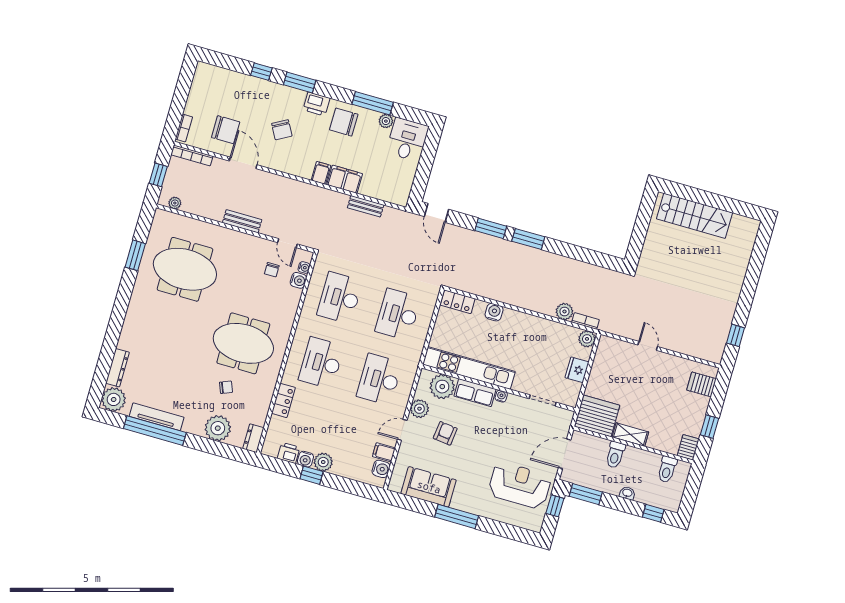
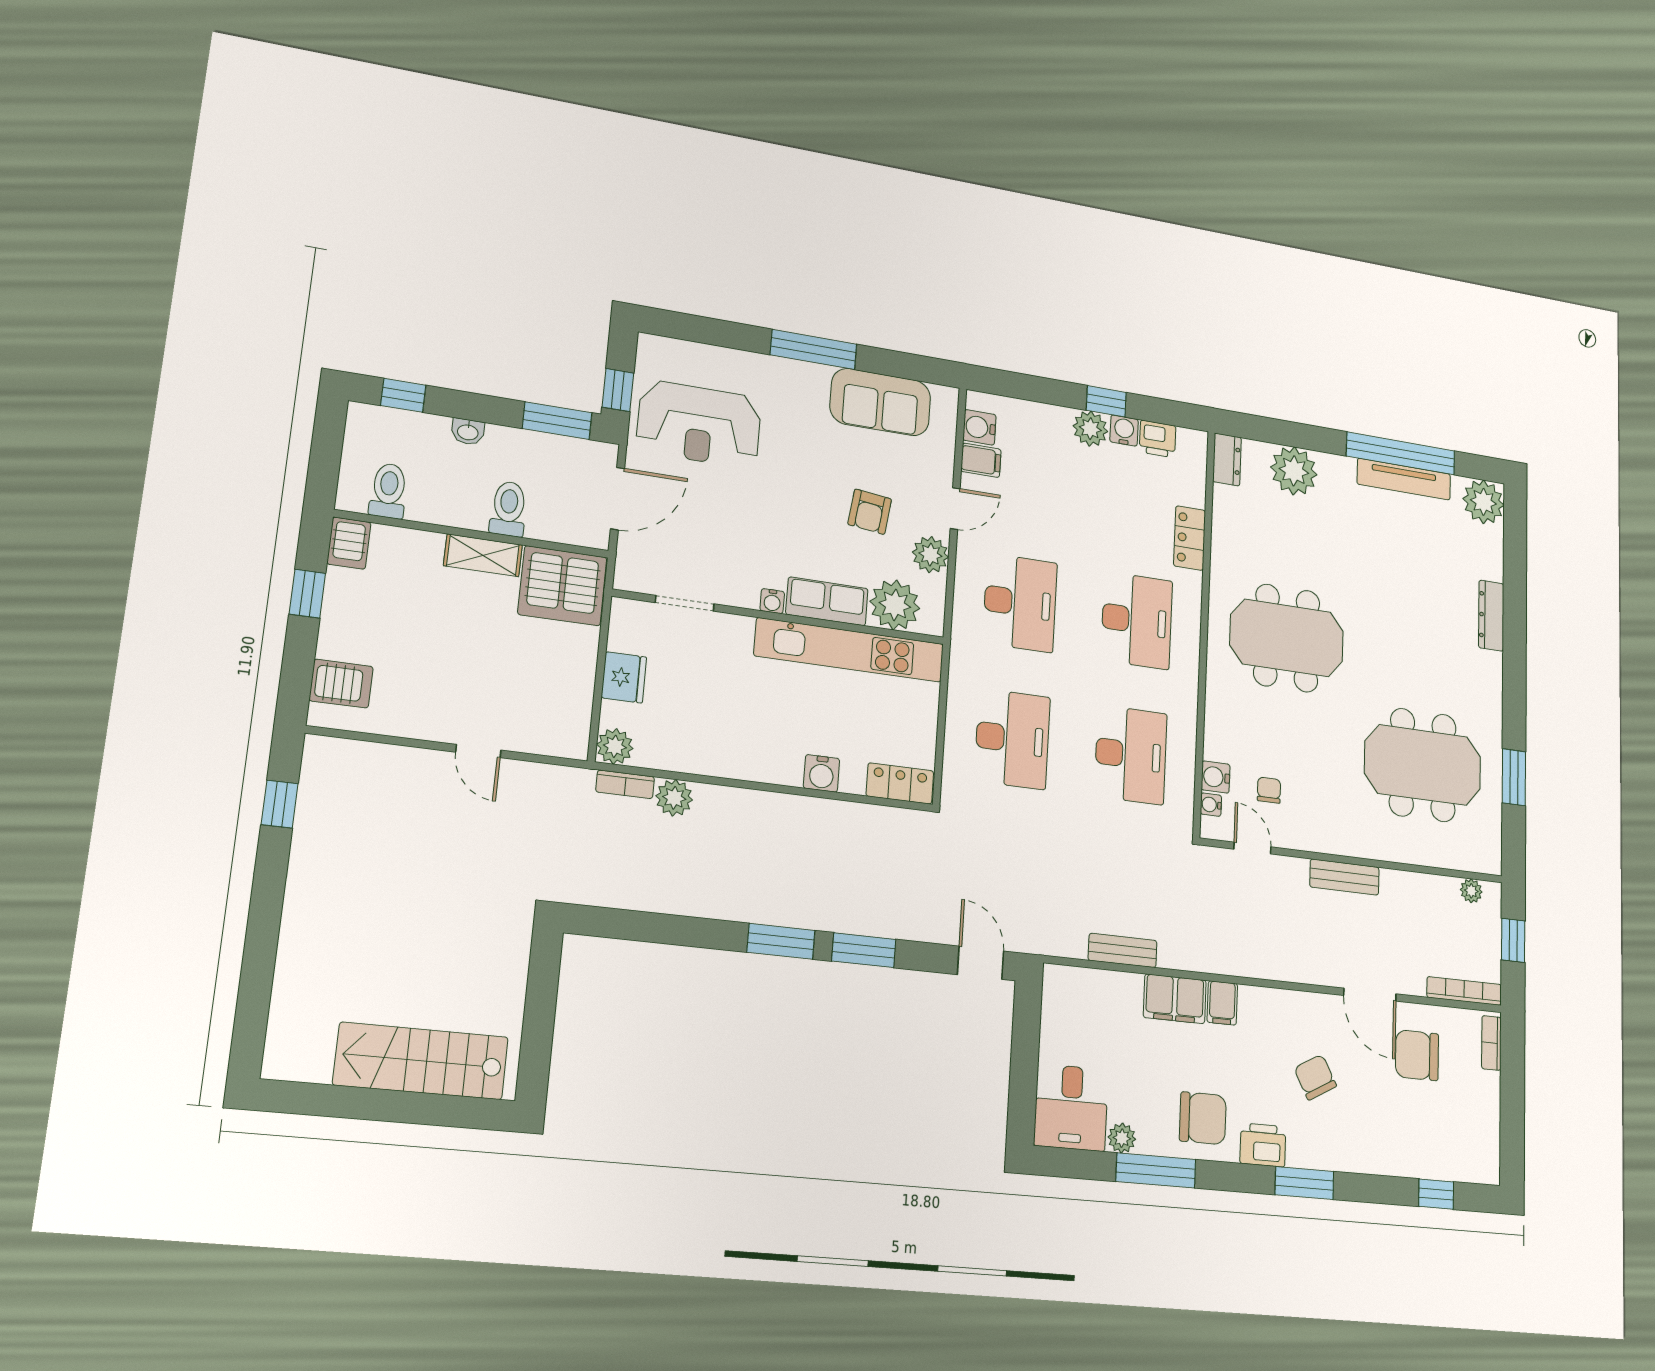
window: (261, 72) -> (1436, 1194), moved
dresser: (118, 368) -> (1491, 616), moved
chair: (226, 387) -> (1298, 550), removed

